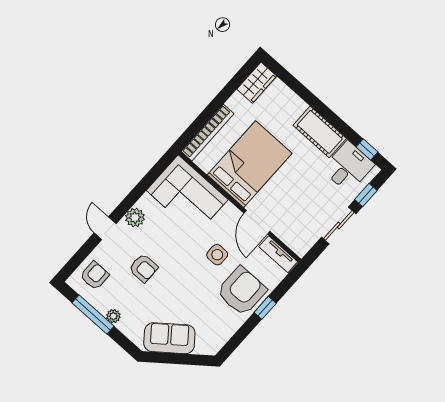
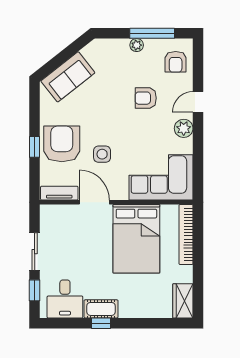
cot: (320, 132) -> (101, 309), width x0.73, depth x0.75
window: (367, 149) -> (101, 323), moved
door: (105, 228) -> (198, 102), swing flipped
armchair: (242, 291) -> (62, 144), turned 180
sofa: (169, 338) -> (68, 77), moved

